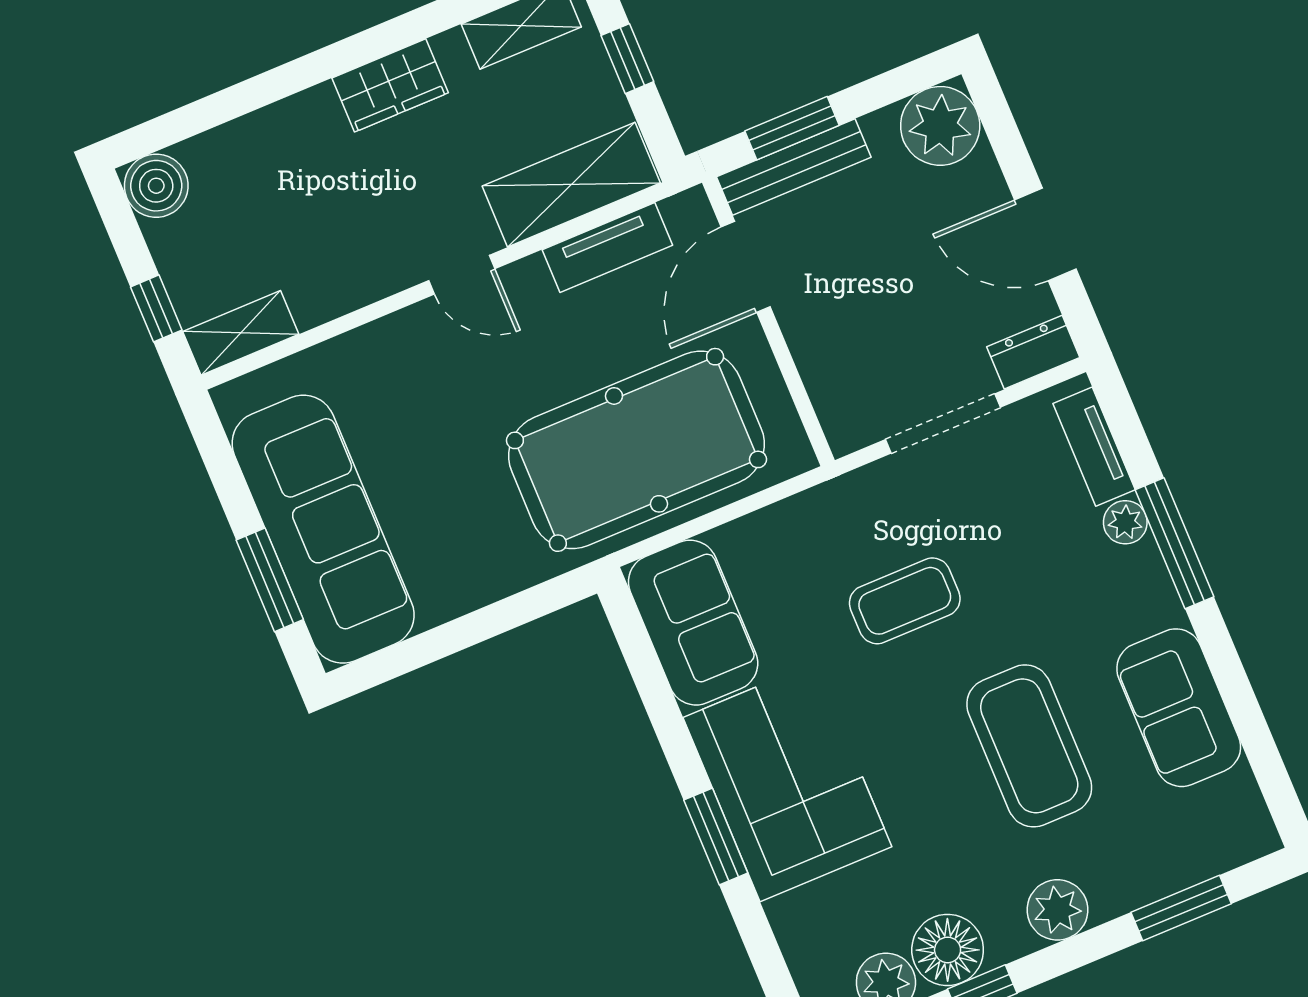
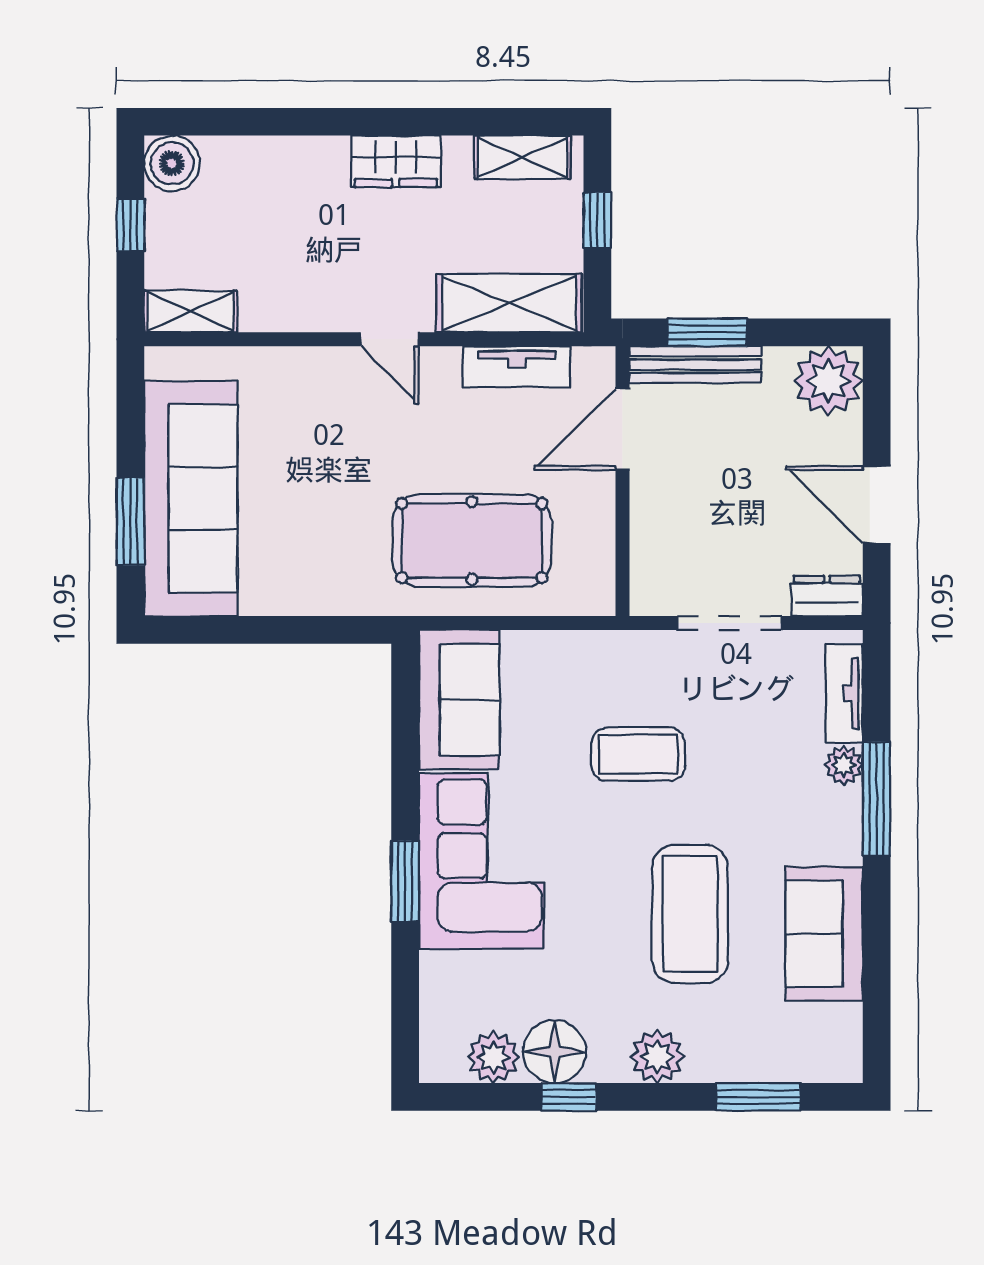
window: (156, 308) -> (130, 225), moved
pool table: (636, 450) -> (472, 541), width x0.73, depth x0.76

